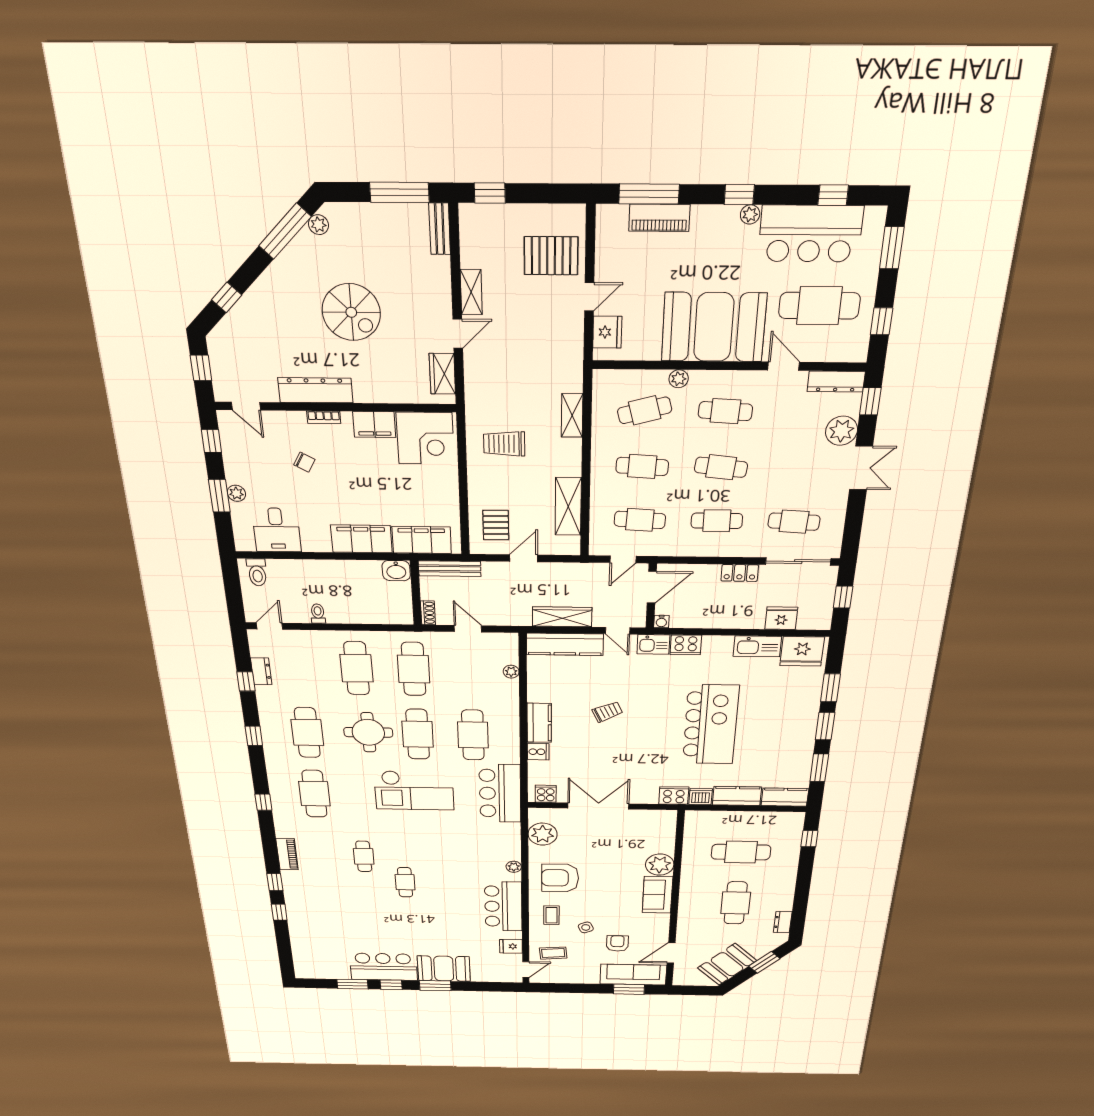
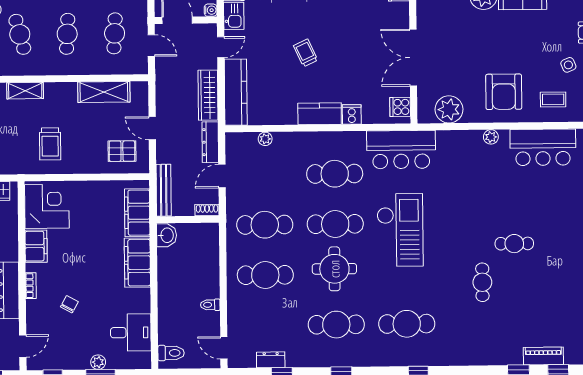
dresser: (507, 618) -> (210, 142), added
piano: (287, 854) -> (543, 356), moved
cafe table: (364, 856) -> (482, 282), turned 90

